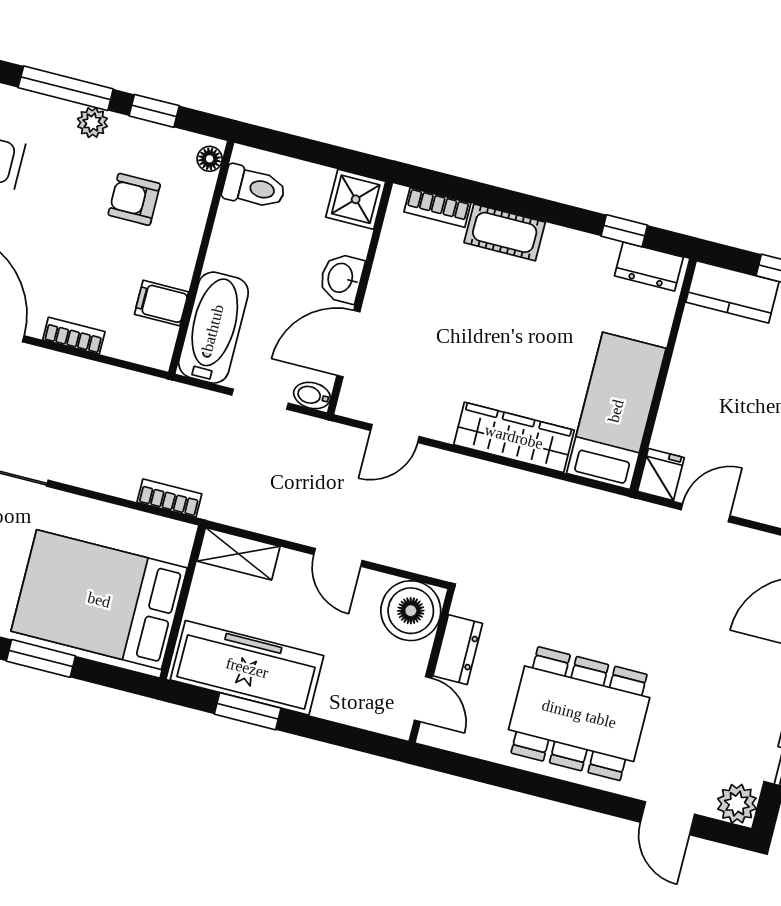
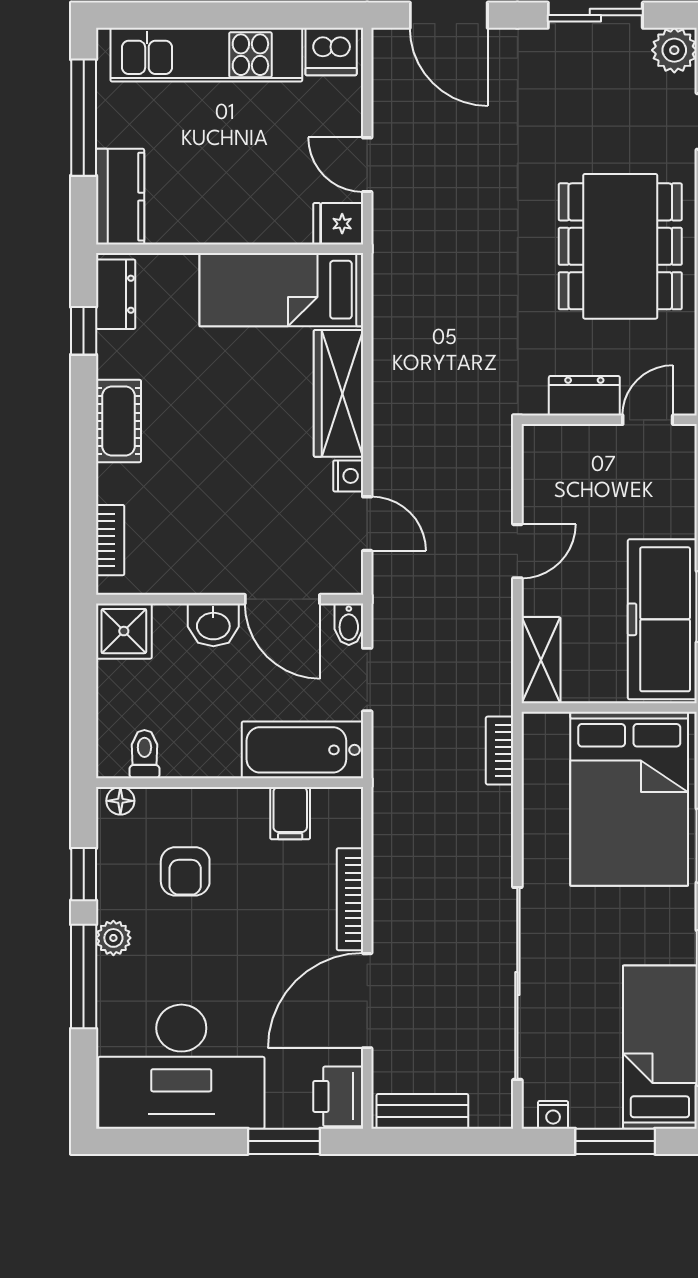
toilet: (254, 187) -> (144, 754), width x0.73, depth x0.72
cot: (505, 232) -> (119, 421), moved
bookcase: (74, 336) -> (350, 899), width x1.56
nightstand: (440, 428) -> (348, 476), added
boiler: (411, 611) -> (555, 457), removed

